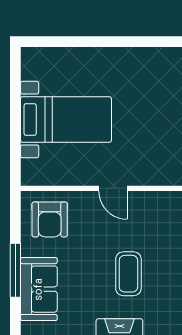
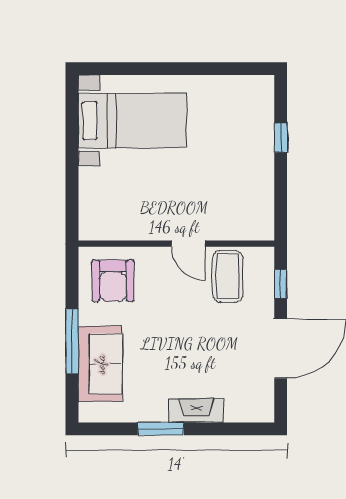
bed with nightstands: (66, 120) -> (132, 121), moved
coffee table: (128, 274) -> (228, 276), moved

